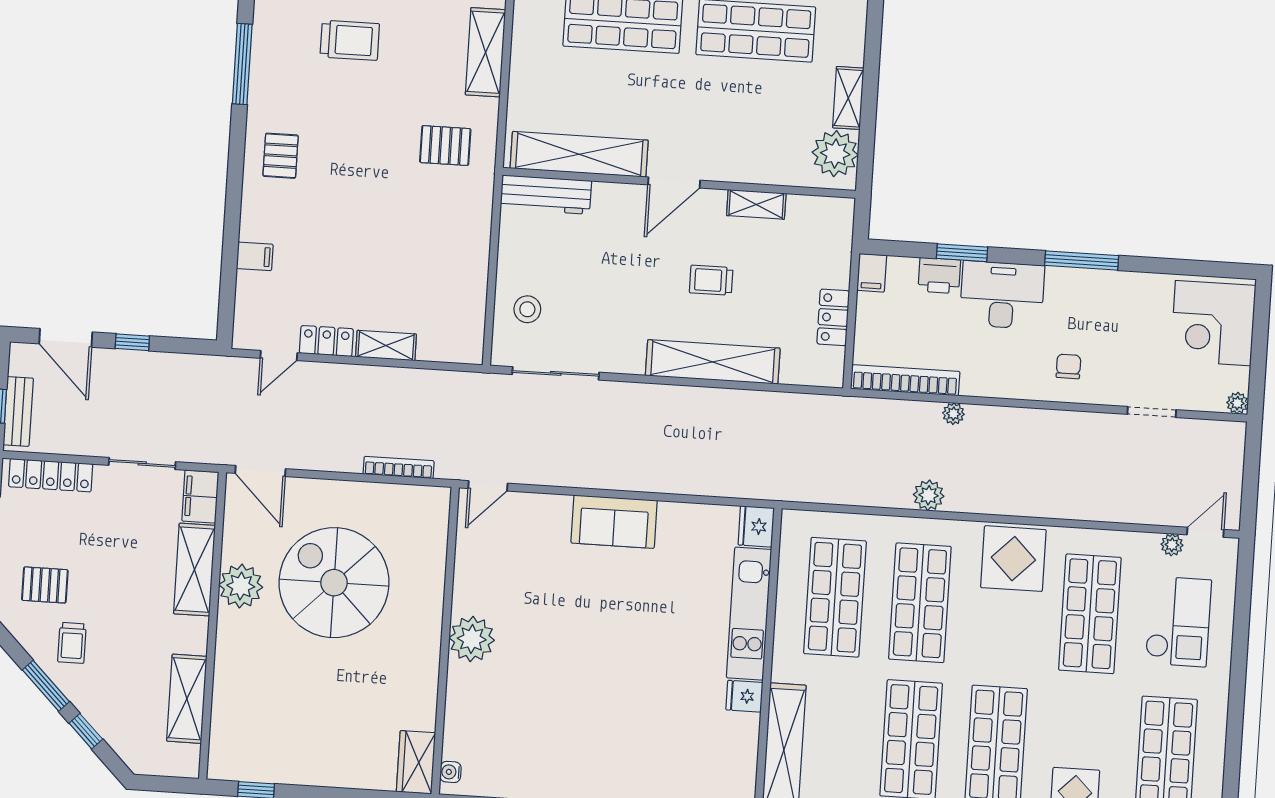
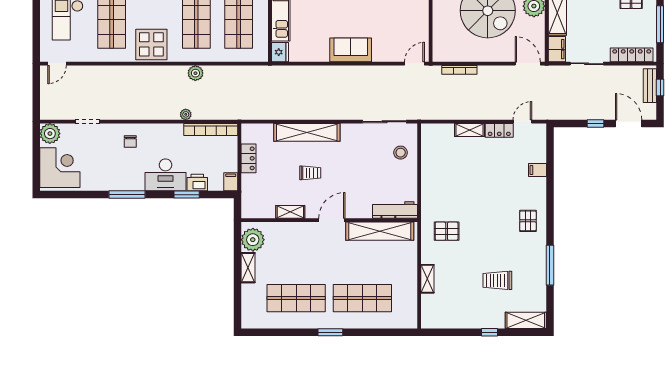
shelving: (486, 52) -> (427, 279), width x0.67, depth x0.75
plant: (1237, 403) -> (50, 134), width x1.87, depth x1.87
plant: (1172, 545) -> (73, 56), removed

